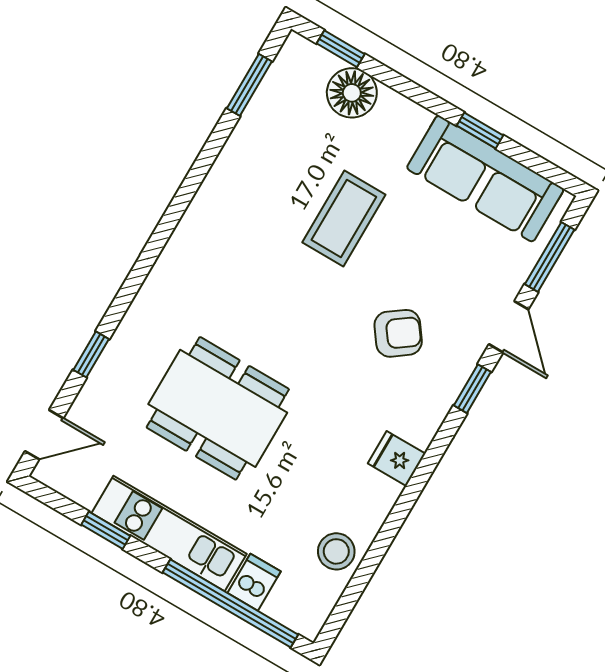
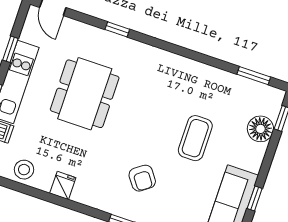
coffee table: (344, 218) -> (195, 138), turned 90
window: (91, 354) -> (117, 29), moved
fridge: (397, 459) -> (63, 185), moved

